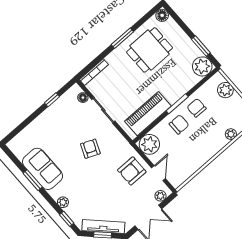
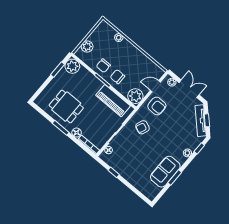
floor lamp: (162, 15) -> (77, 133), moved
armchair: (90, 149) -> (142, 127), moved

